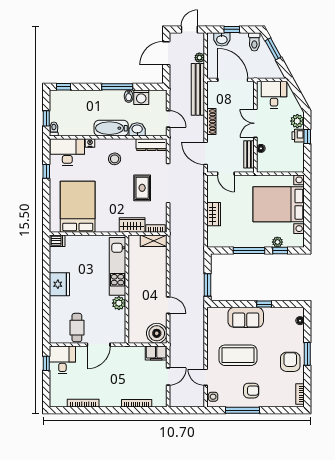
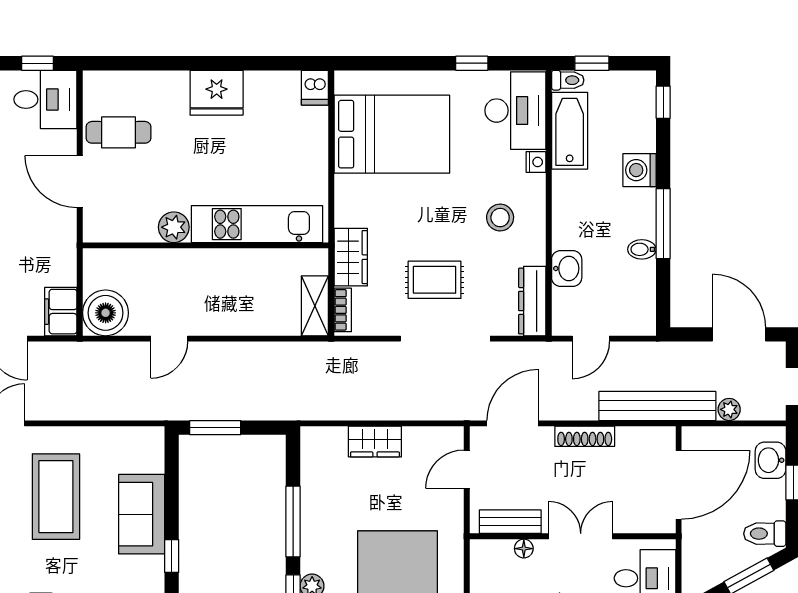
washing machine: (141, 97) -> (640, 170), moved
bathtub: (111, 128) -> (570, 131), moved

